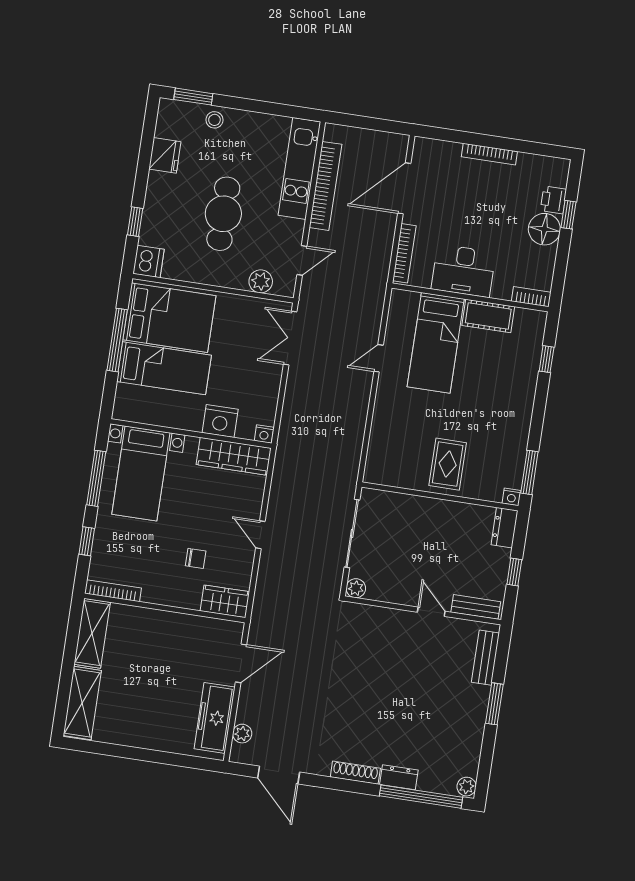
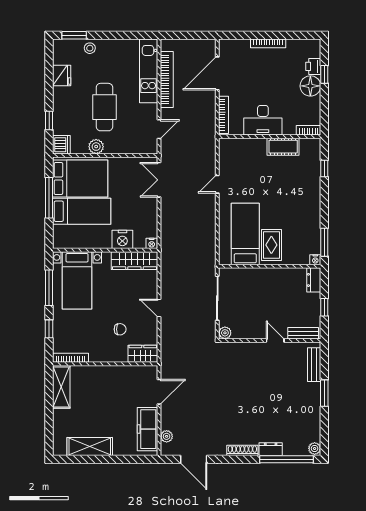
plant: (261, 281) -> (96, 147), moved
bed: (436, 343) -> (245, 234), moved, turned 180
shelving: (82, 703) -> (90, 447), moved, turned 90

